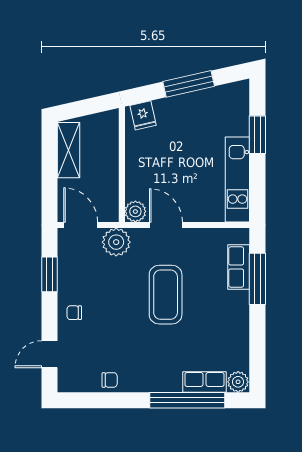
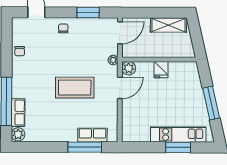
fridge: (143, 115) -> (161, 70), moved, turned -77
kitchen unit: (237, 179) -> (178, 134), moved
plant: (116, 242) -> (113, 60), width x0.53, depth x0.53

